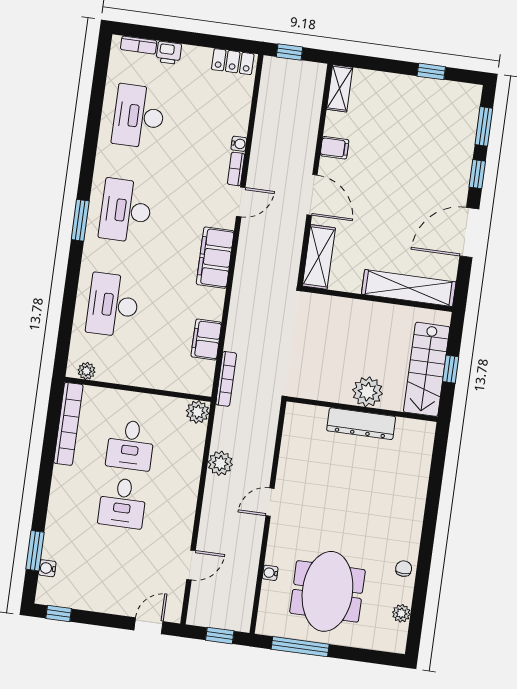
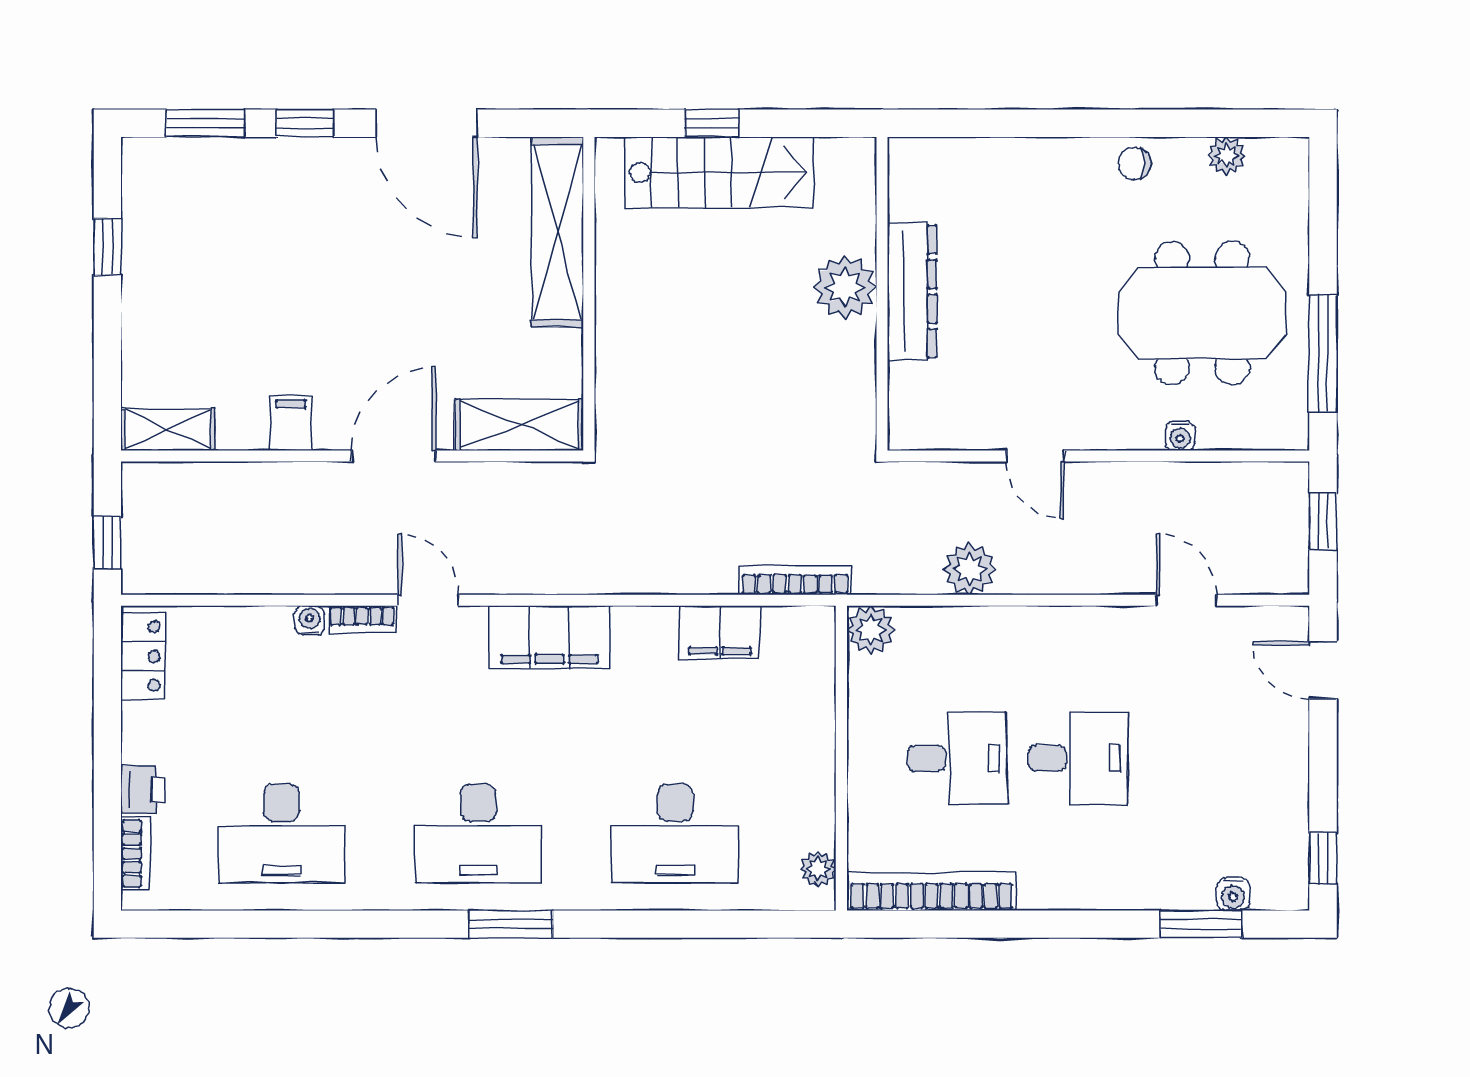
plant: (368, 392) -> (845, 287), moved
wall: (362, 409) -> (882, 294), moved
dresser: (361, 424) -> (912, 291), moved

